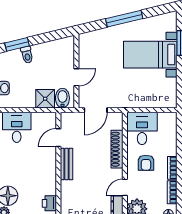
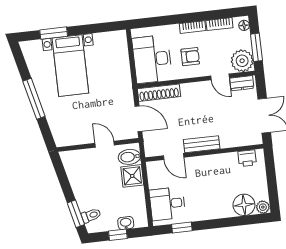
toilet: (27, 55) -> (91, 215), moved
desk: (142, 128) -> (152, 59), width x1.37
shoe rack: (117, 149) -> (159, 93), moved

